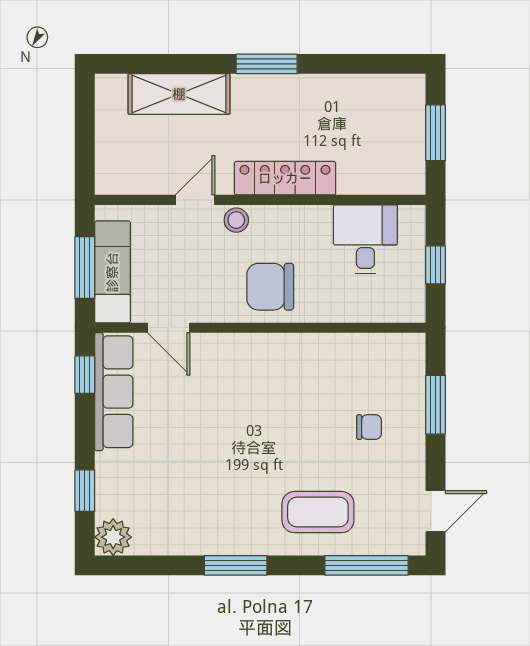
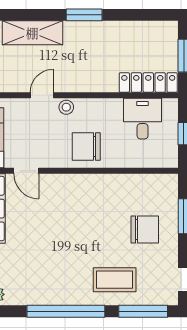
locker: (285, 178) -> (148, 82), moved
chair: (369, 427) -> (145, 229), width x1.87, depth x1.87
window: (236, 565) -> (66, 311), width x2.11

